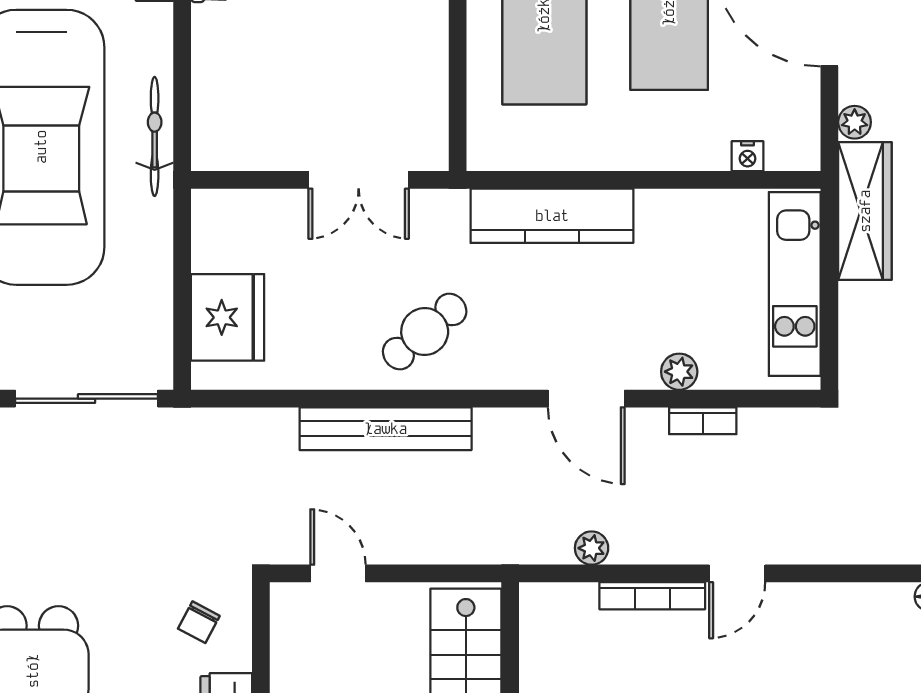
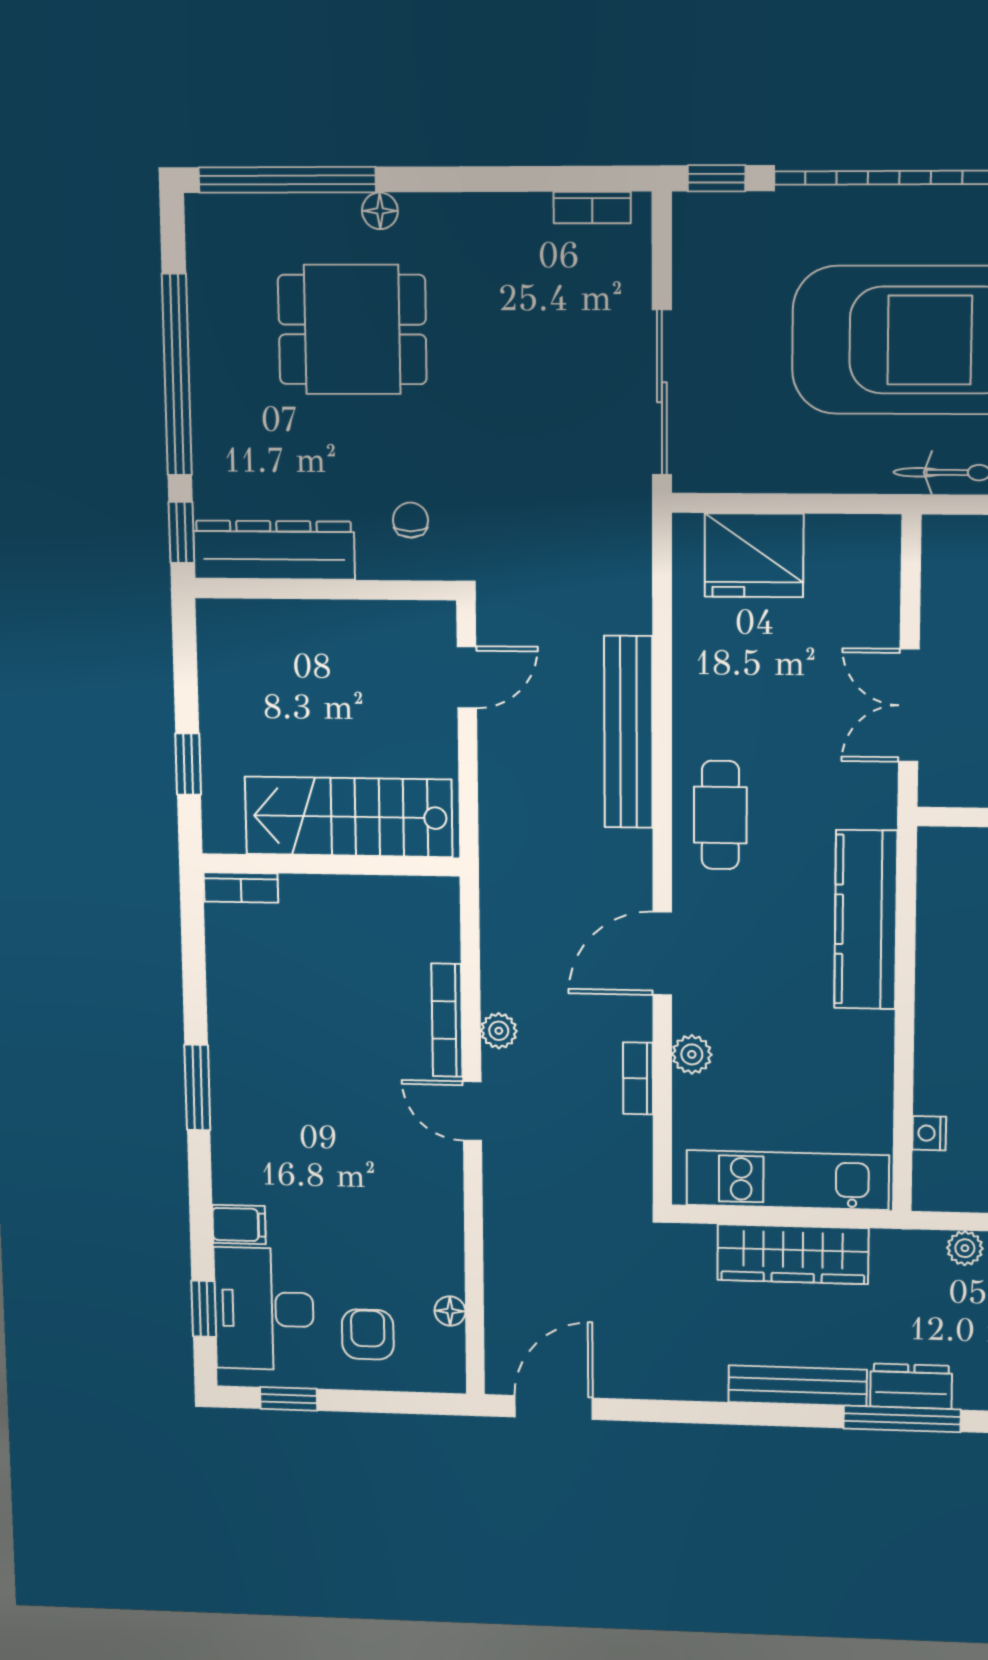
wardrobe: (865, 211) -> (793, 1254), moved
cafe table: (425, 332) -> (720, 815), moved, turned 40
plant: (592, 548) -> (499, 1031), moved
chair: (199, 622) -> (411, 520), turned 62

